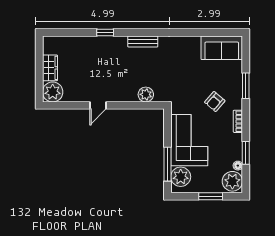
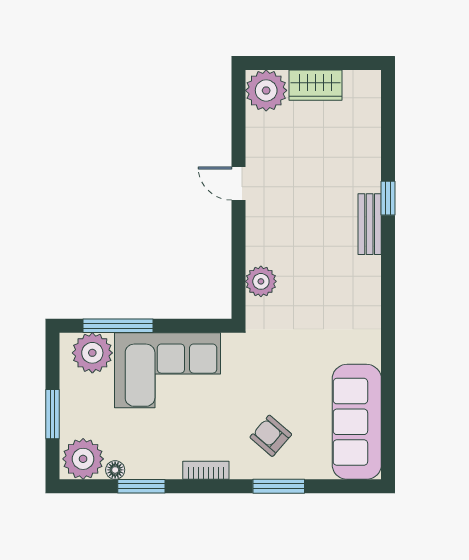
bench: (143, 41) -> (370, 224), moved
sofa: (222, 48) -> (357, 422), width x1.36
armchair: (215, 102) -> (271, 436), moved

